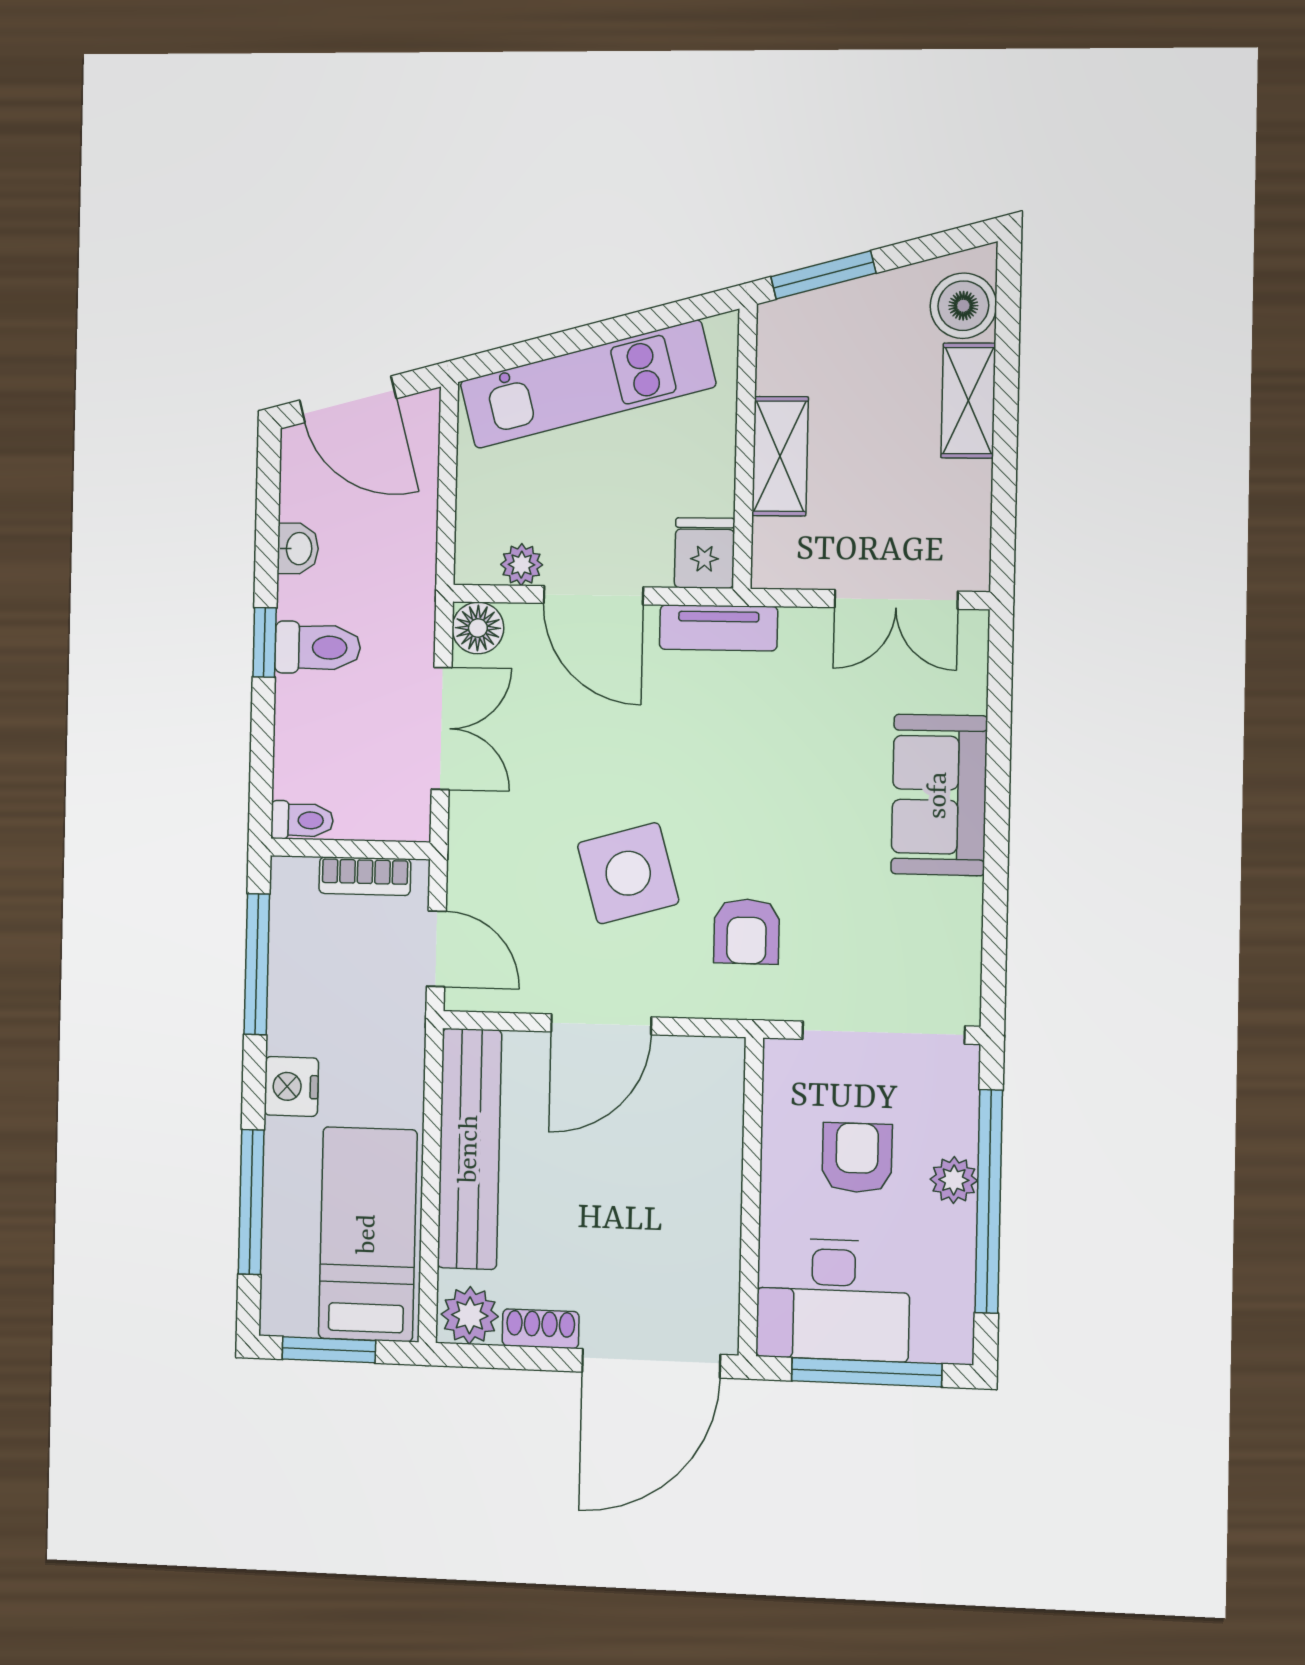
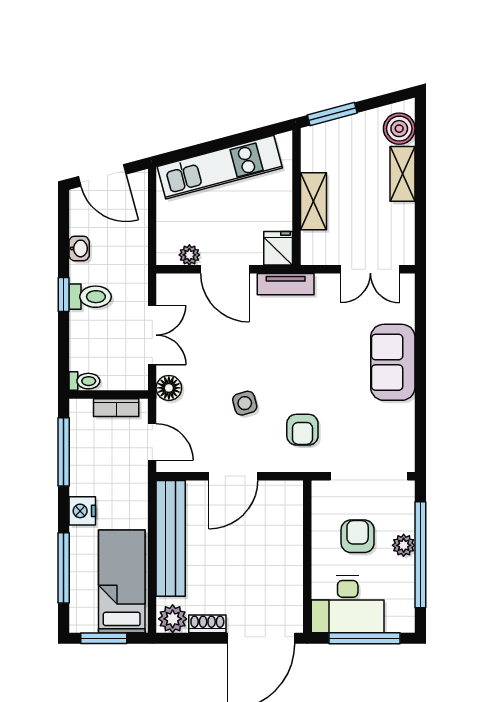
floor lamp: (478, 628) -> (169, 388), moved
side table: (628, 873) -> (245, 403), width x0.54, depth x0.54

